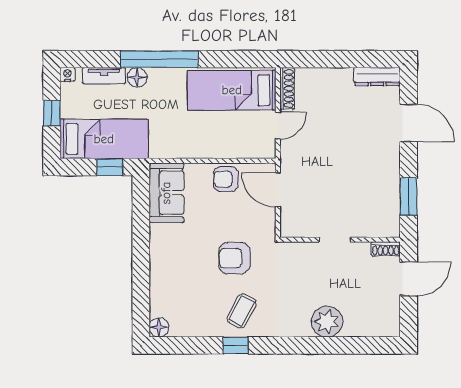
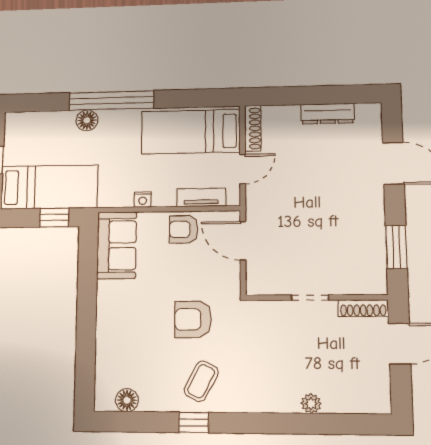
nightstand: (67, 74) -> (143, 200), moved, turned 180
tv unit: (104, 76) -> (201, 197), moved, turned 180
dresser: (377, 77) -> (328, 114), moved
shoe rack: (386, 249) -> (363, 308), width x1.43
plant: (327, 322) -> (311, 404), width x0.53, depth x0.53
floor lamp: (159, 327) -> (127, 400), moved

